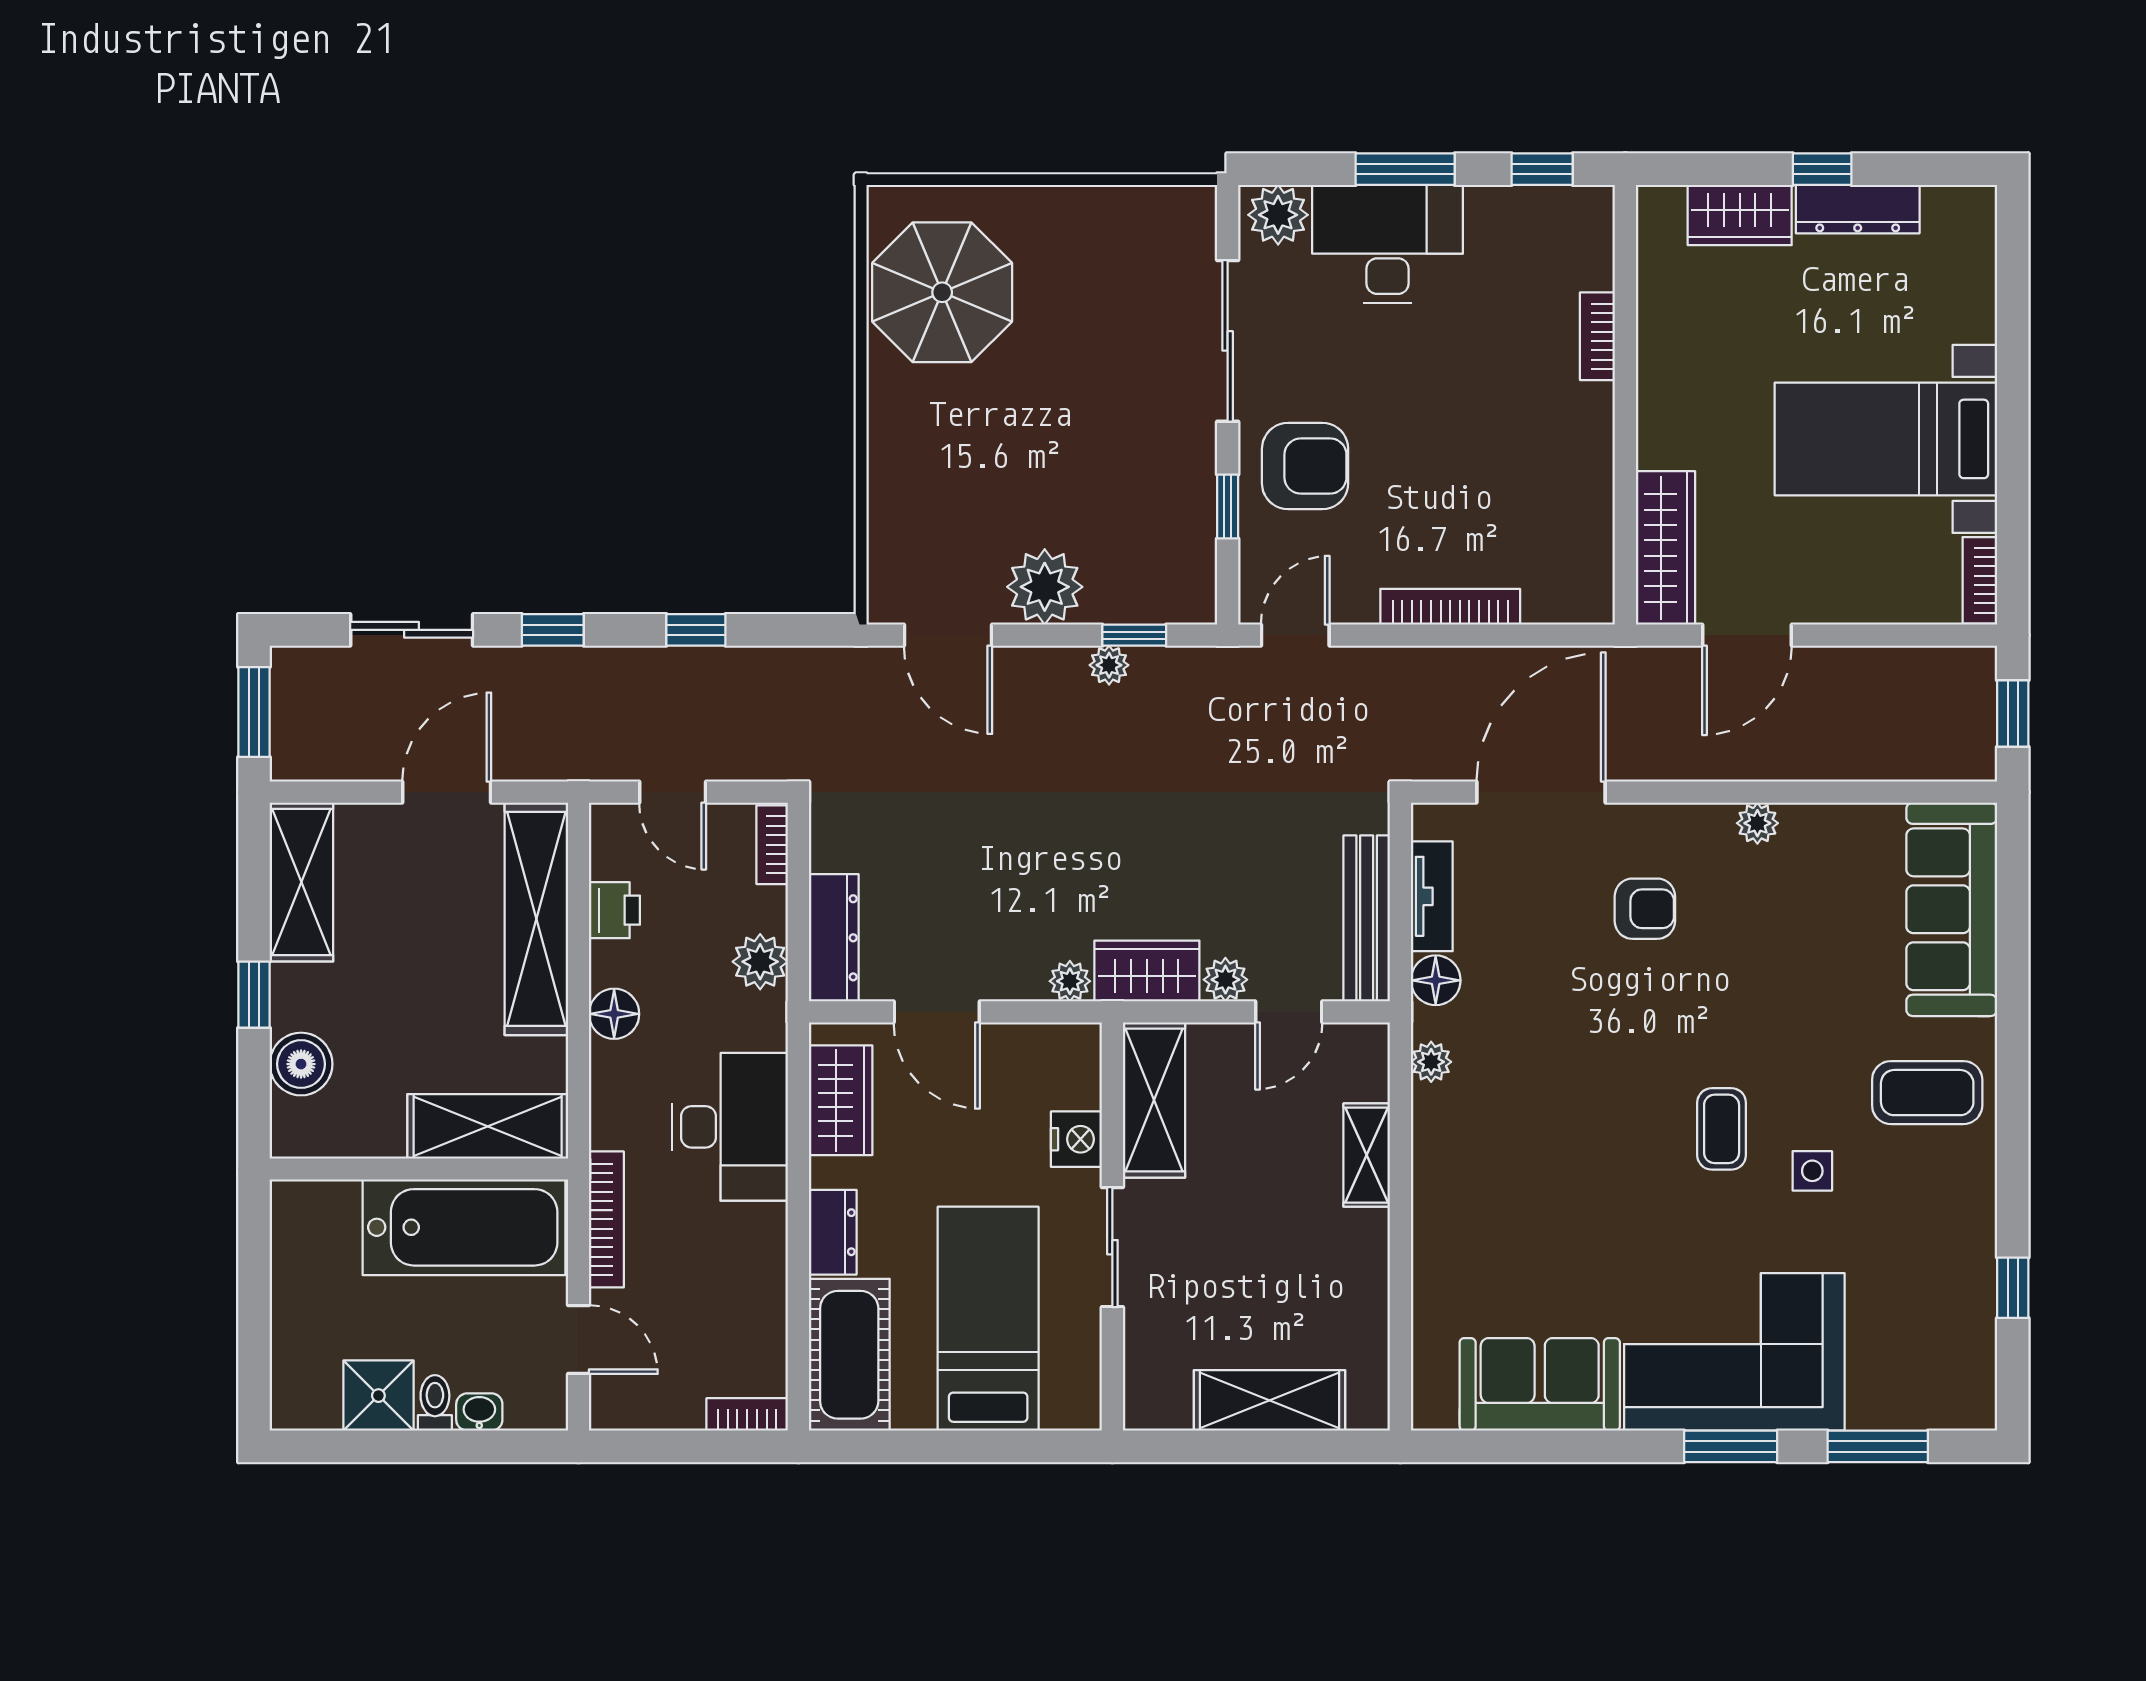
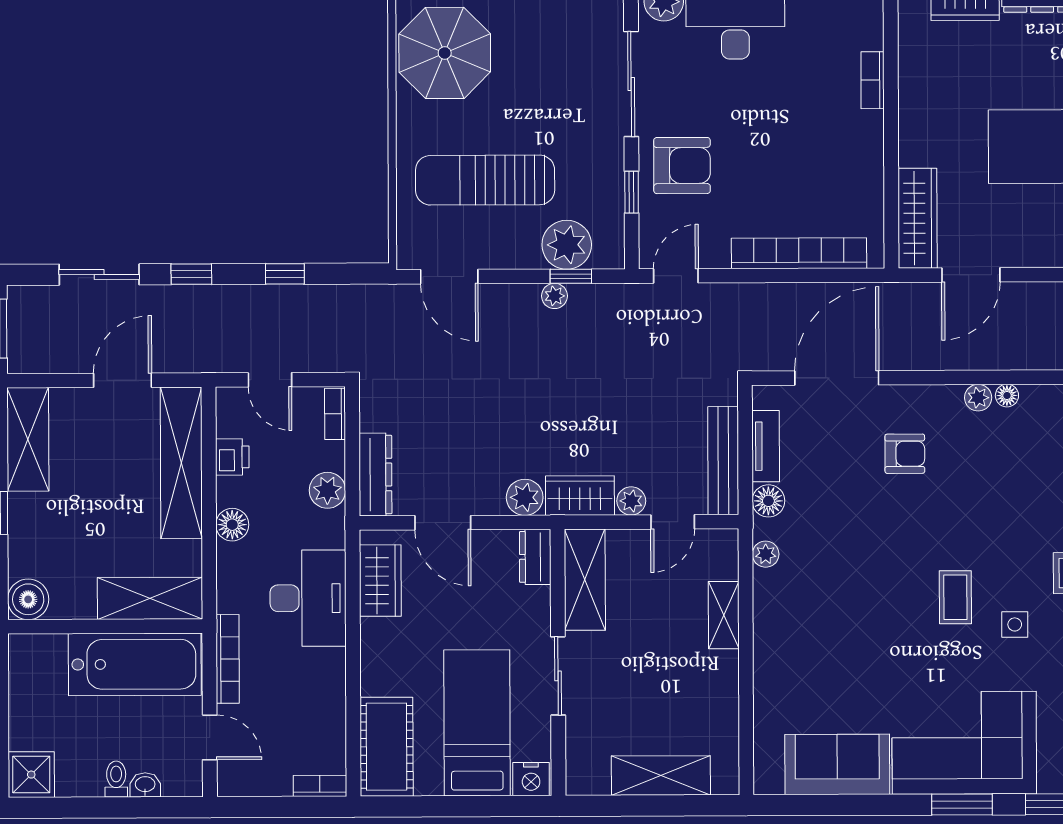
sun lounger: (1003, 487) -> (485, 180), added
plant: (1045, 587) -> (567, 245), moved
bookcase: (1450, 607) -> (799, 253), width x1.48, depth x1.31
floor lamp: (1802, 820) -> (1007, 396), added
plant: (1070, 981) -> (525, 497), width x1.38, depth x1.38
boiler: (301, 1064) -> (28, 599), moved
nightstand: (1076, 1139) -> (531, 779), moved, turned 90
dresser: (833, 1232) -> (535, 557), moved, turned 180
shower: (378, 1396) -> (31, 775), moved

